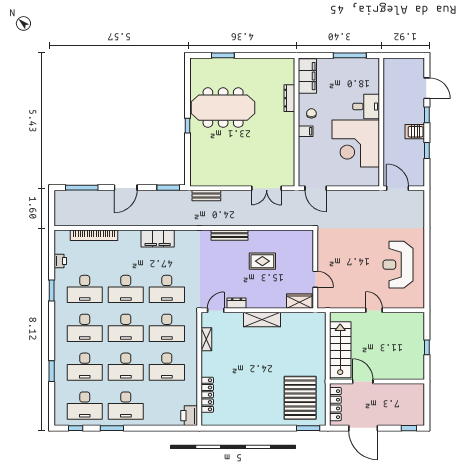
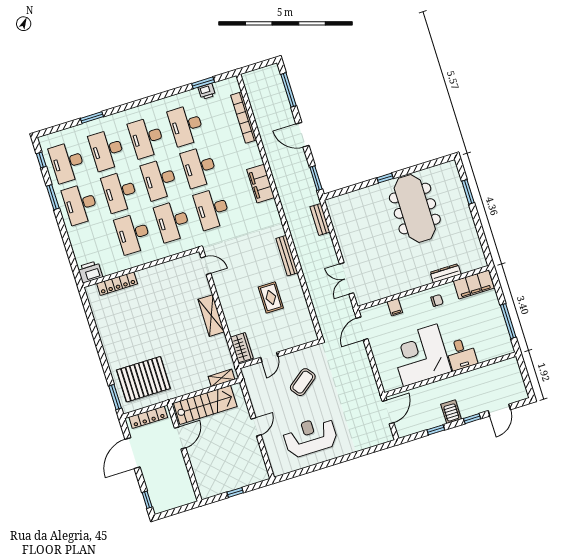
filing cabinet: (306, 131) -> (395, 307), moved
coffee table: (347, 256) -> (303, 382), added
window: (52, 291) -> (203, 83), moved
dresser: (237, 303) -> (220, 284), removed
shelving: (206, 339) -> (222, 378), moved

